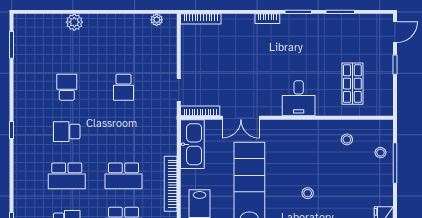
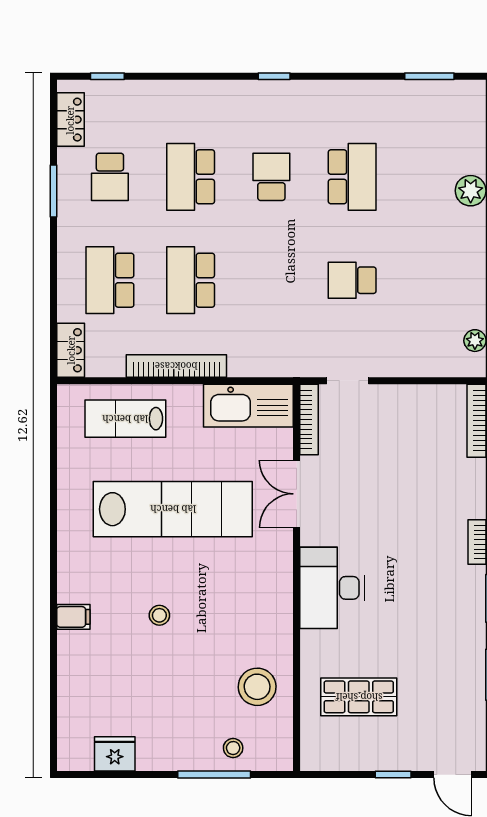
school desk: (67, 87) -> (352, 177), width x1.85
desk: (299, 98) -> (332, 588), width x1.37
stool: (347, 139) -> (257, 687), width x1.89, depth x1.89

